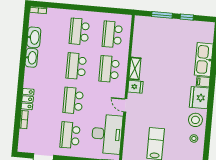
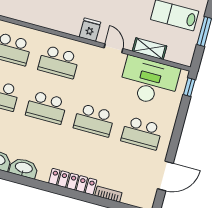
shelving: (135, 69) -> (149, 49), moved
locker: (28, 99) -> (73, 182), width x1.53
door: (125, 105) -> (113, 48), swing flipped

